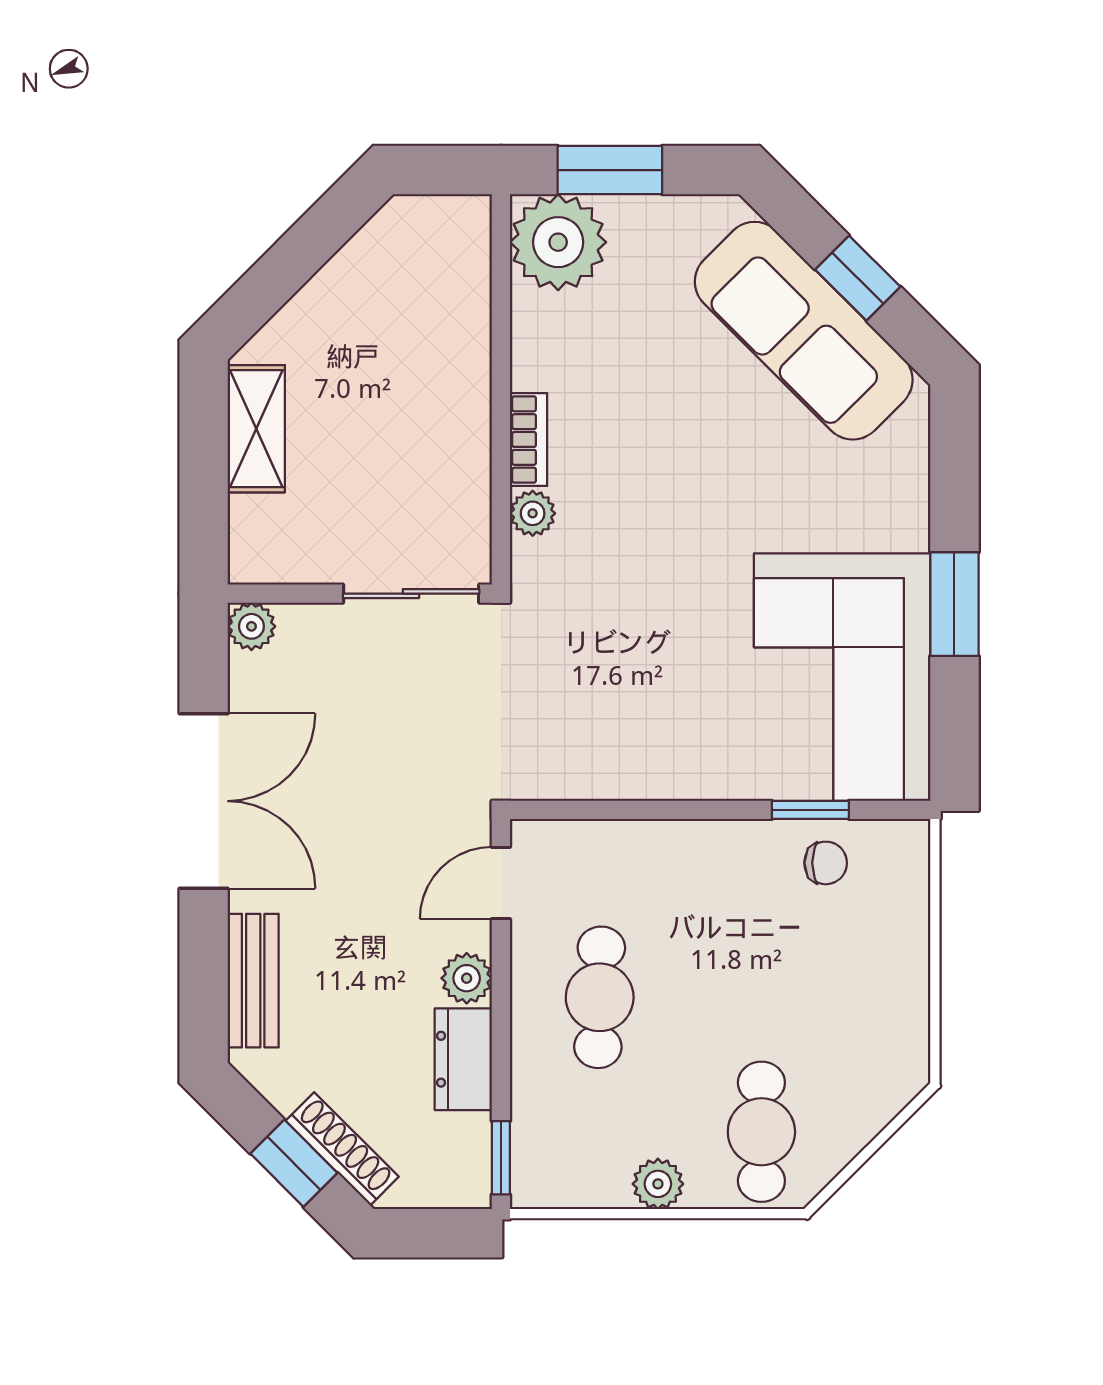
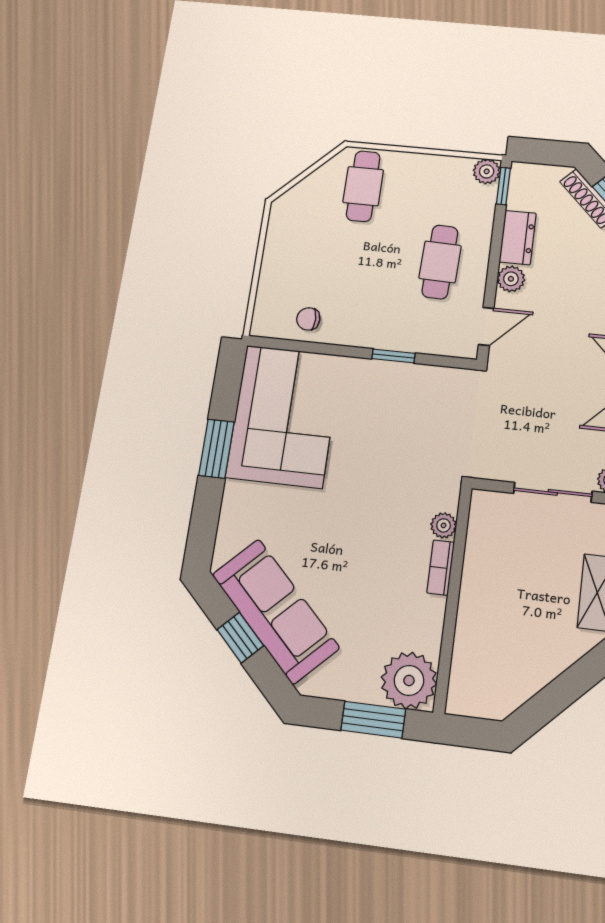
sliding door: (411, 594) -> (553, 492), moved
window: (810, 810) -> (393, 356), moved
plant: (658, 1184) -> (487, 171), moved

